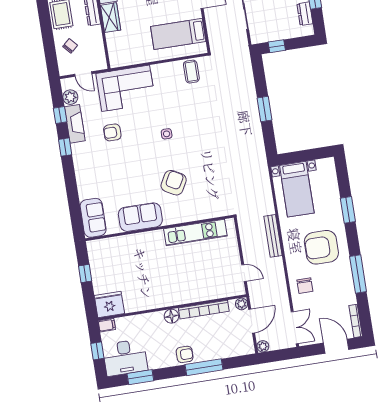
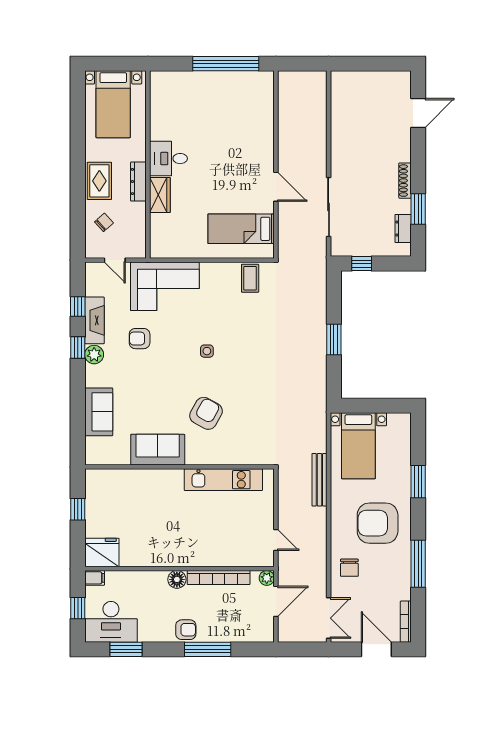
plant: (70, 97) -> (94, 355), moved
sofa: (93, 218) -> (99, 412), moved
bench: (273, 236) -> (319, 480), moved
plant: (263, 346) -> (285, 635), removed

